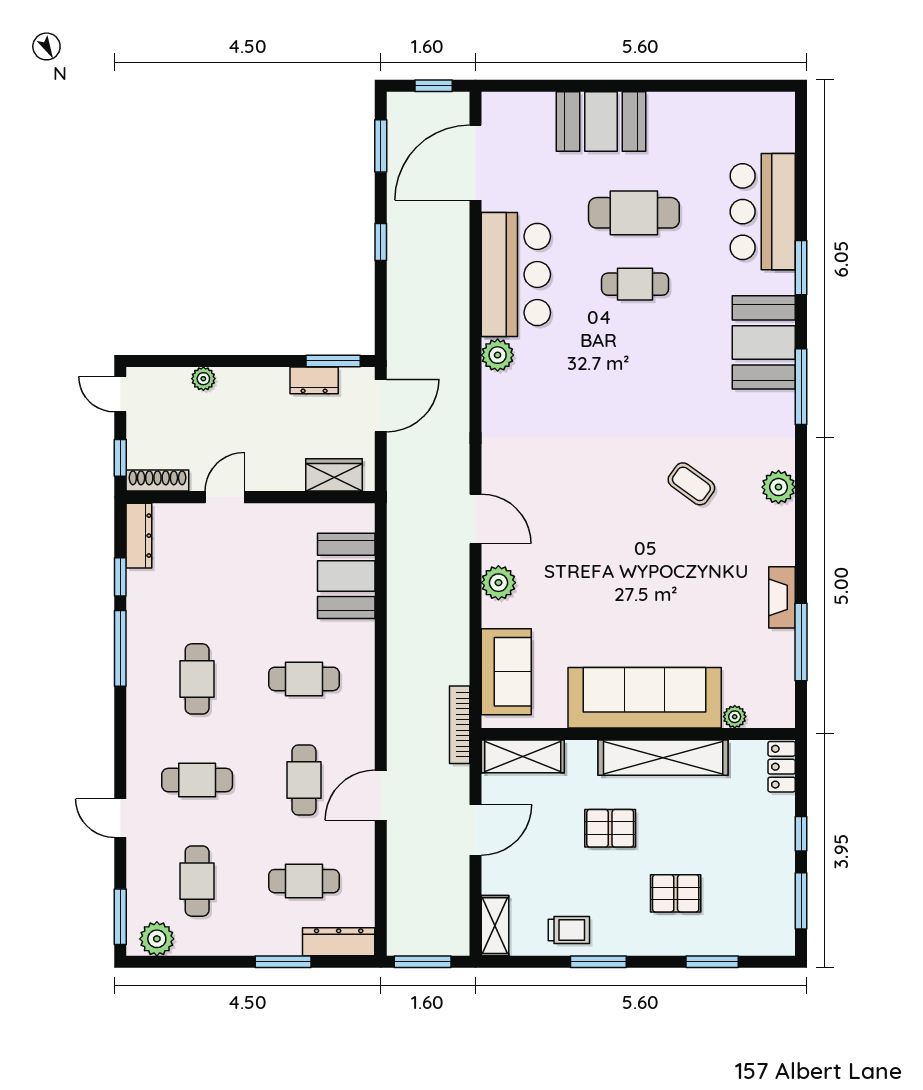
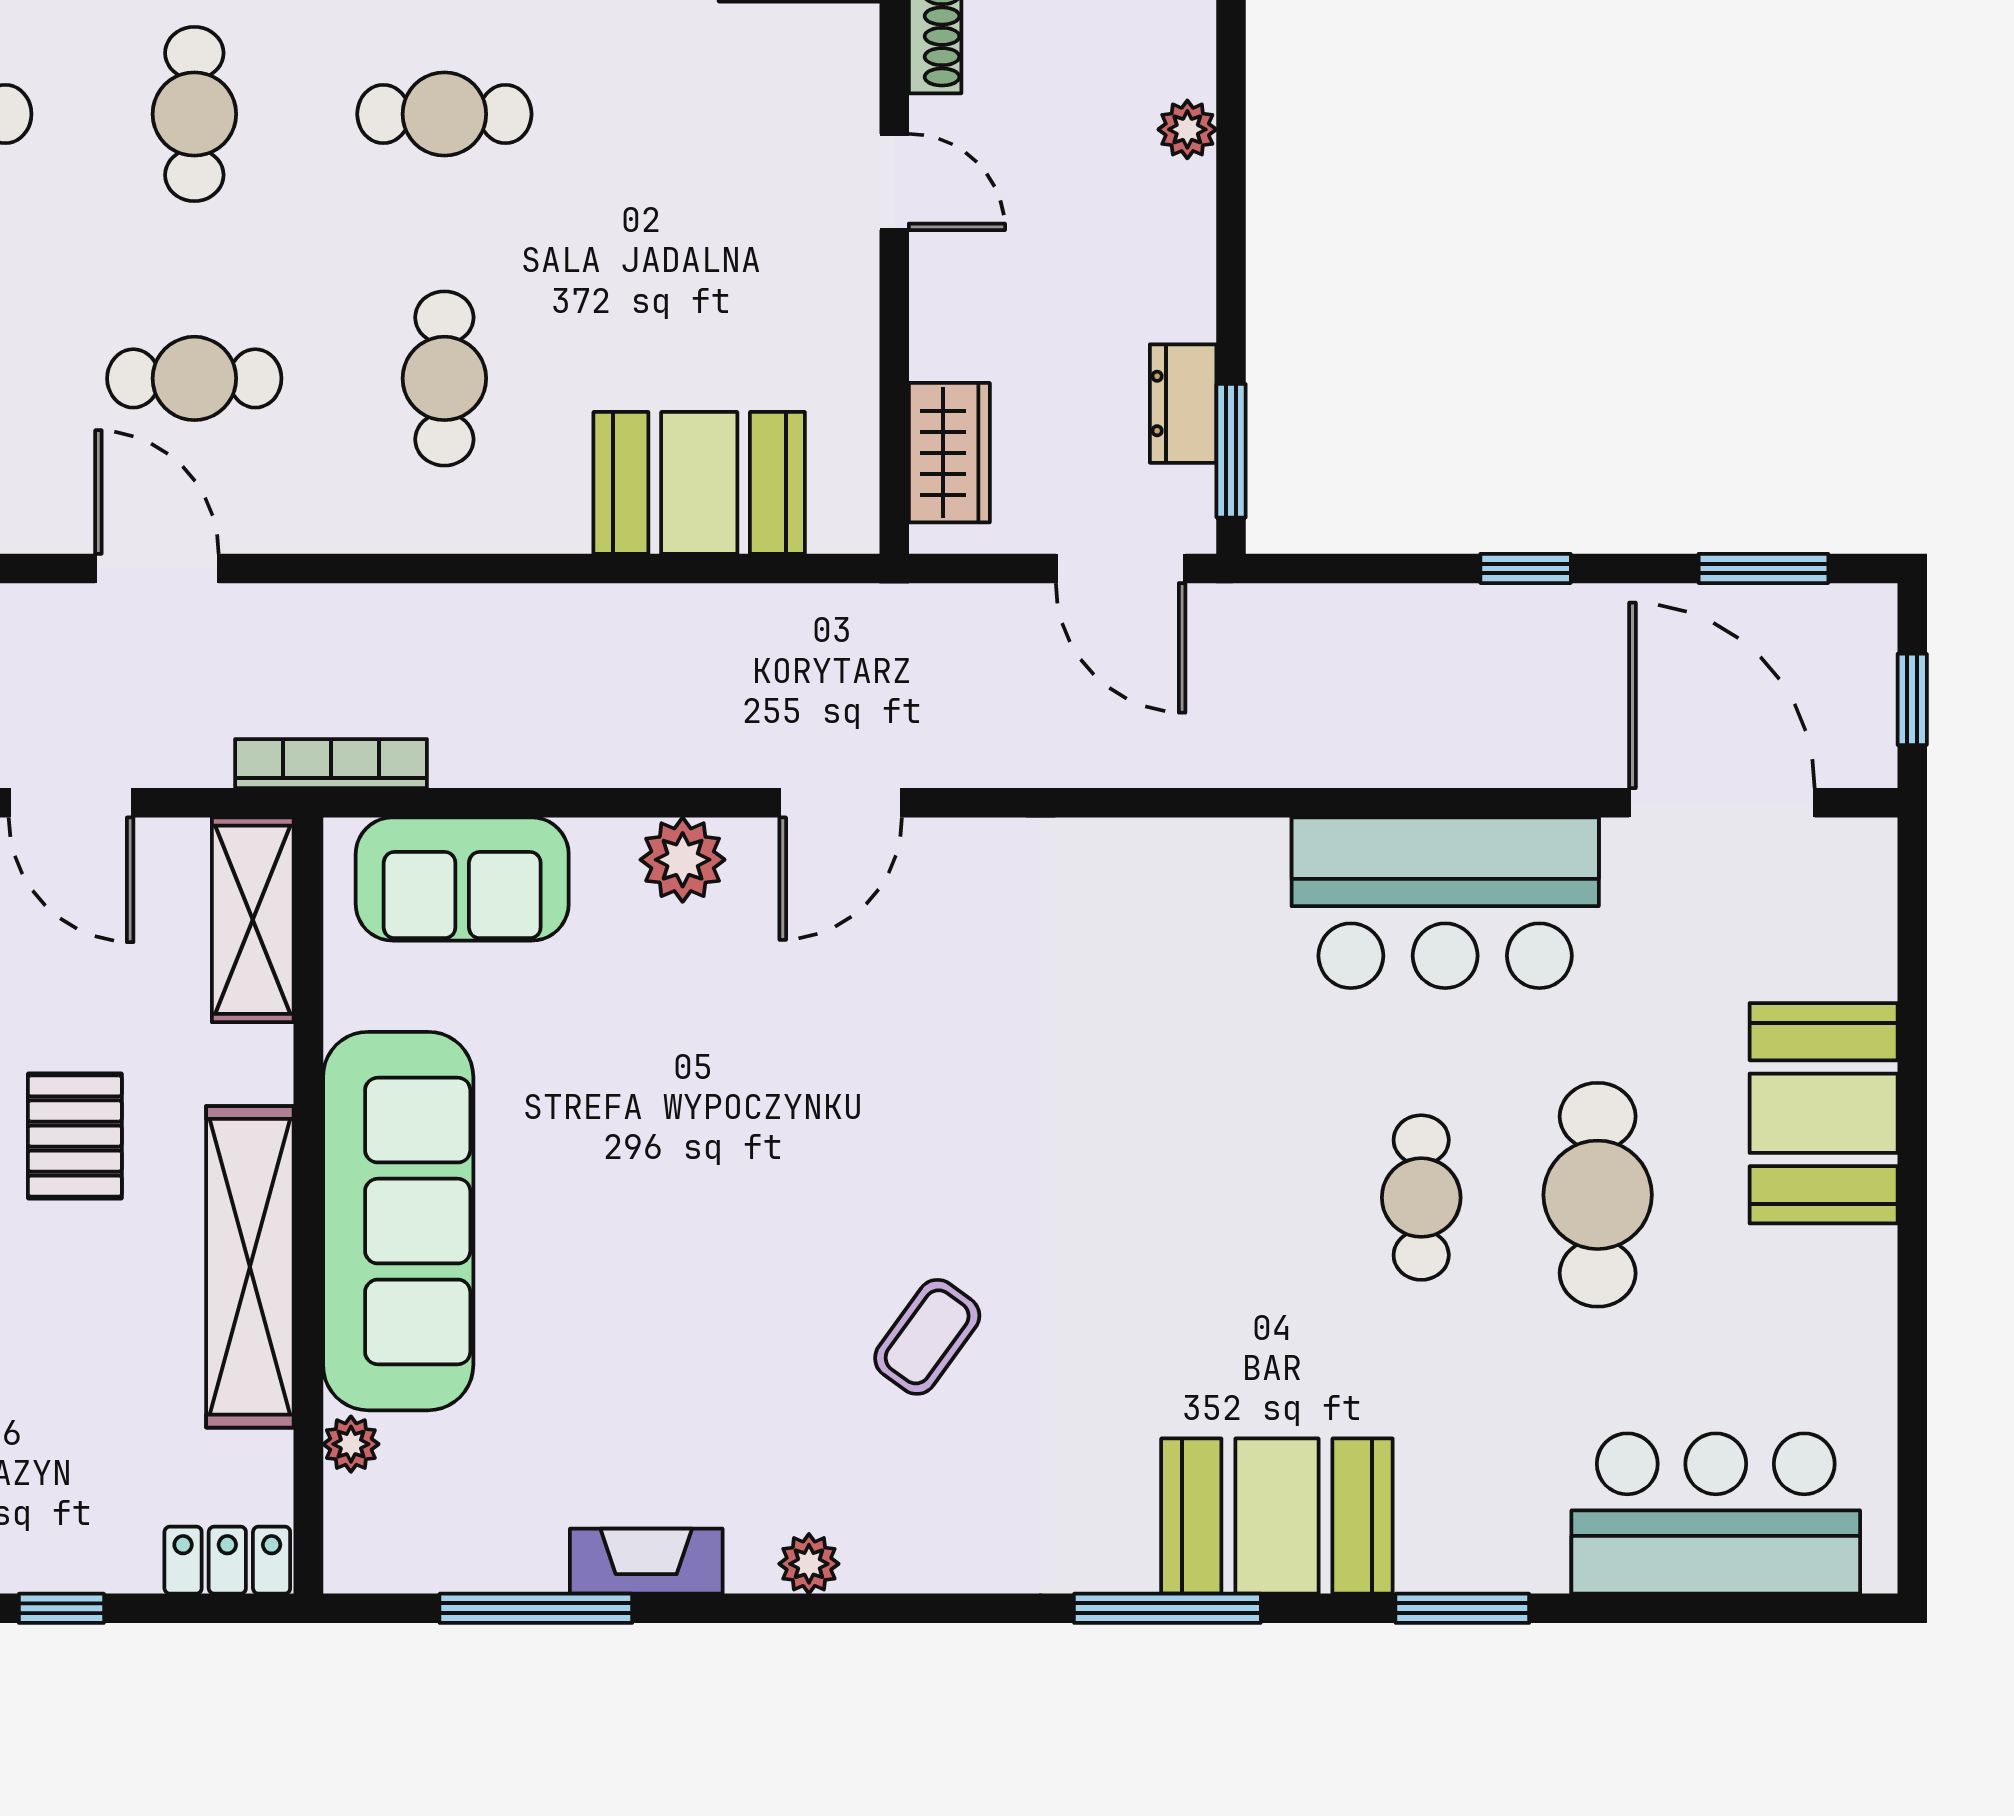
bar counter: (763, 212) -> (1716, 1514), moved
plant: (498, 355) -> (1246, 857), removed
plant: (779, 487) -> (809, 1564), moved, width x0.73, depth x0.73

